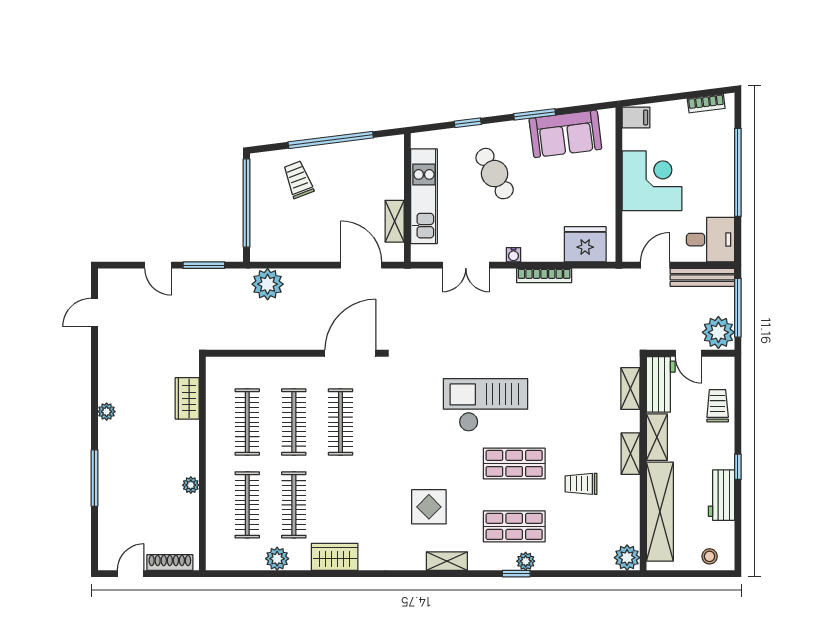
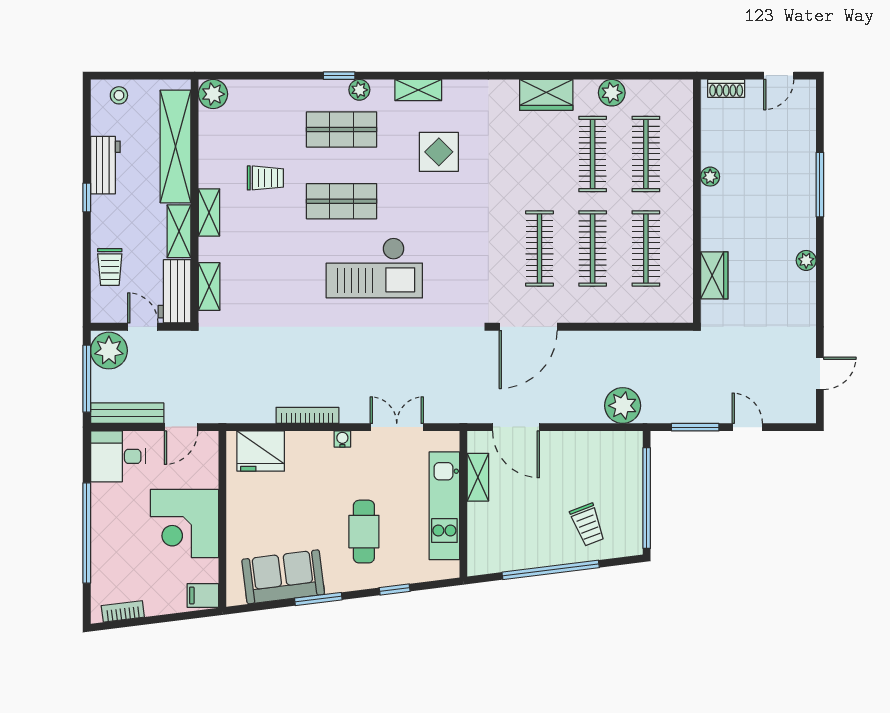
cafe table: (495, 174) -> (364, 532), turned 30
plant: (526, 561) -> (359, 90), moved
shoe rack: (170, 562) -> (726, 88), width x0.70

